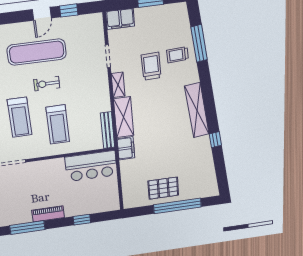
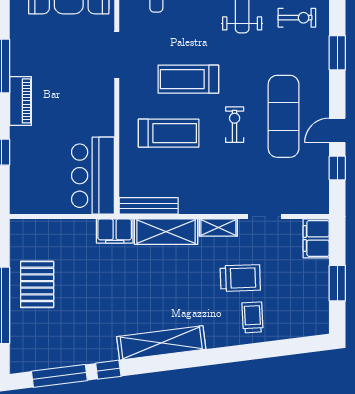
door: (42, 14) -> (337, 130), hinge flipped
window: (199, 43) -> (59, 376), moved
treadmill: (58, 125) -> (169, 133), turned 180

